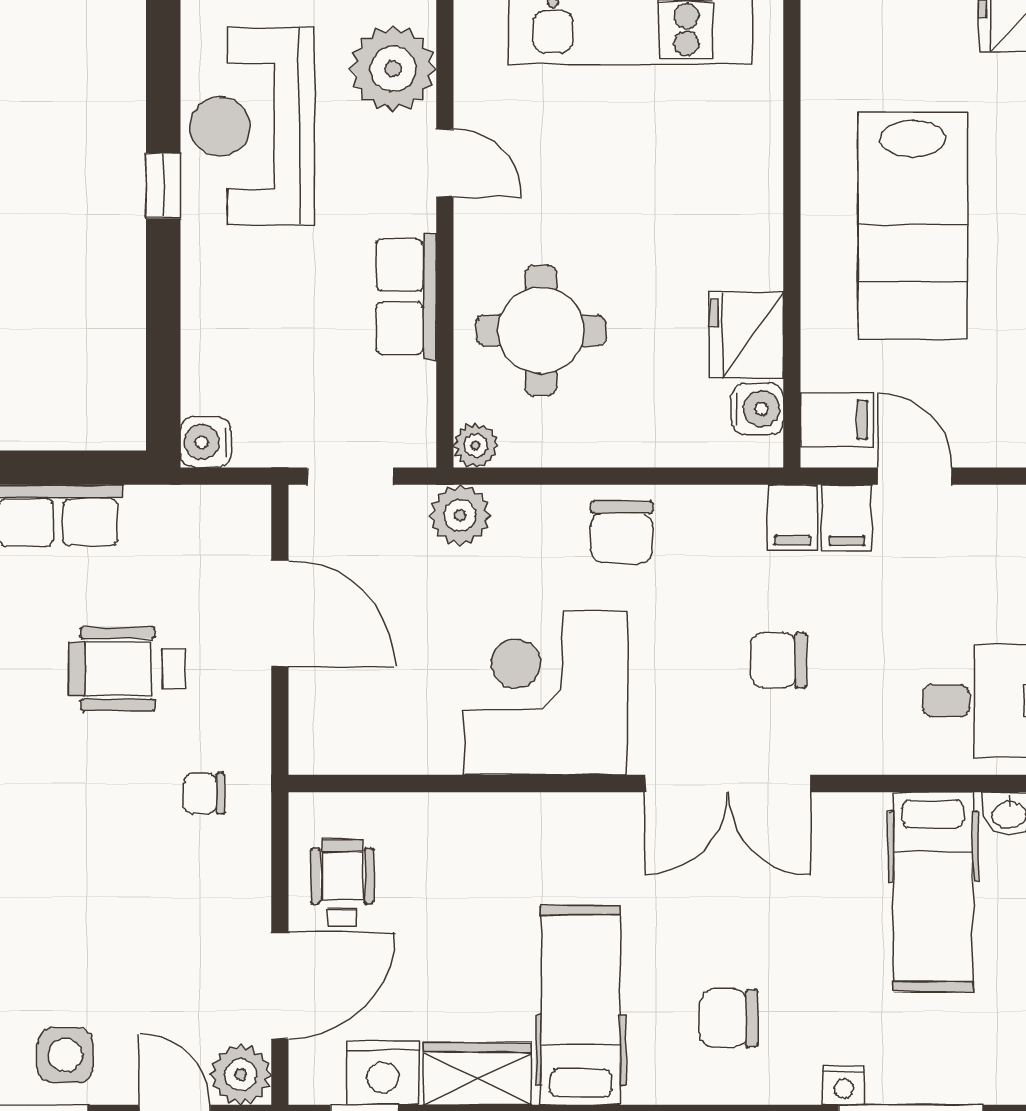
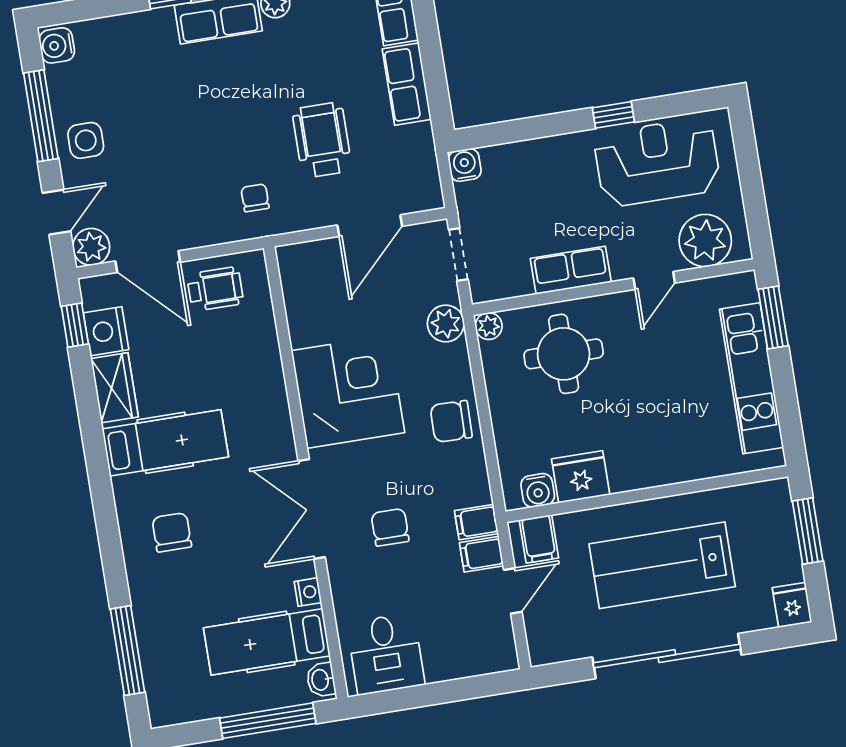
nightstand: (844, 1085) -> (308, 592), moved, turned 180

